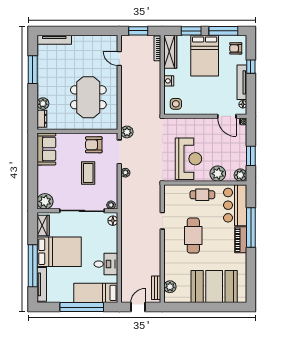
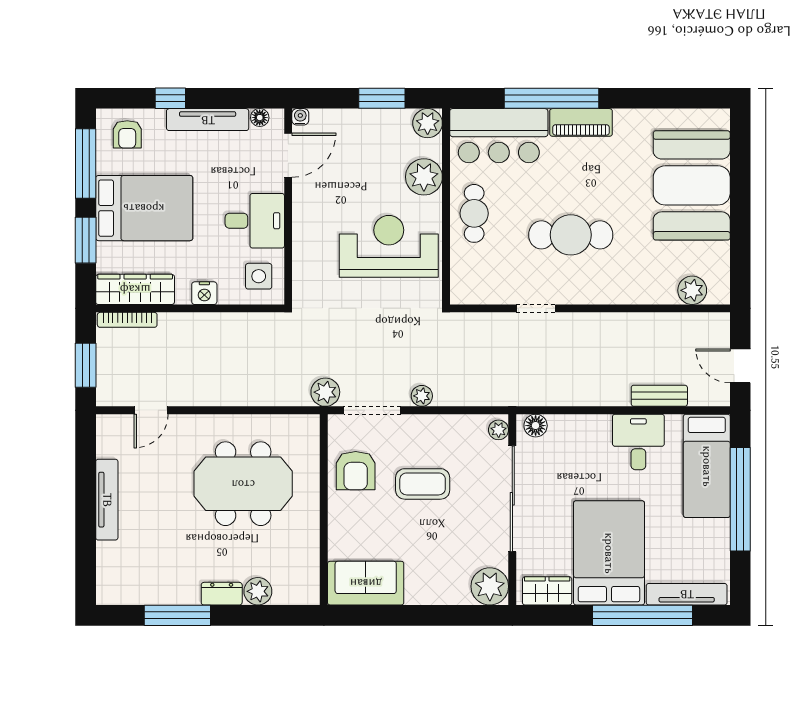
tv unit: (54, 40) -> (107, 500), moved
desk: (199, 102) -> (255, 221), added
dresser: (42, 119) -> (222, 594), moved
bench: (156, 288) -> (659, 396), moved

